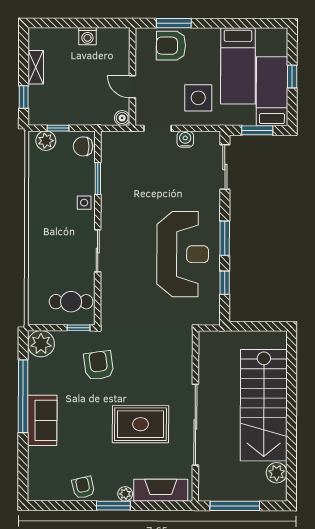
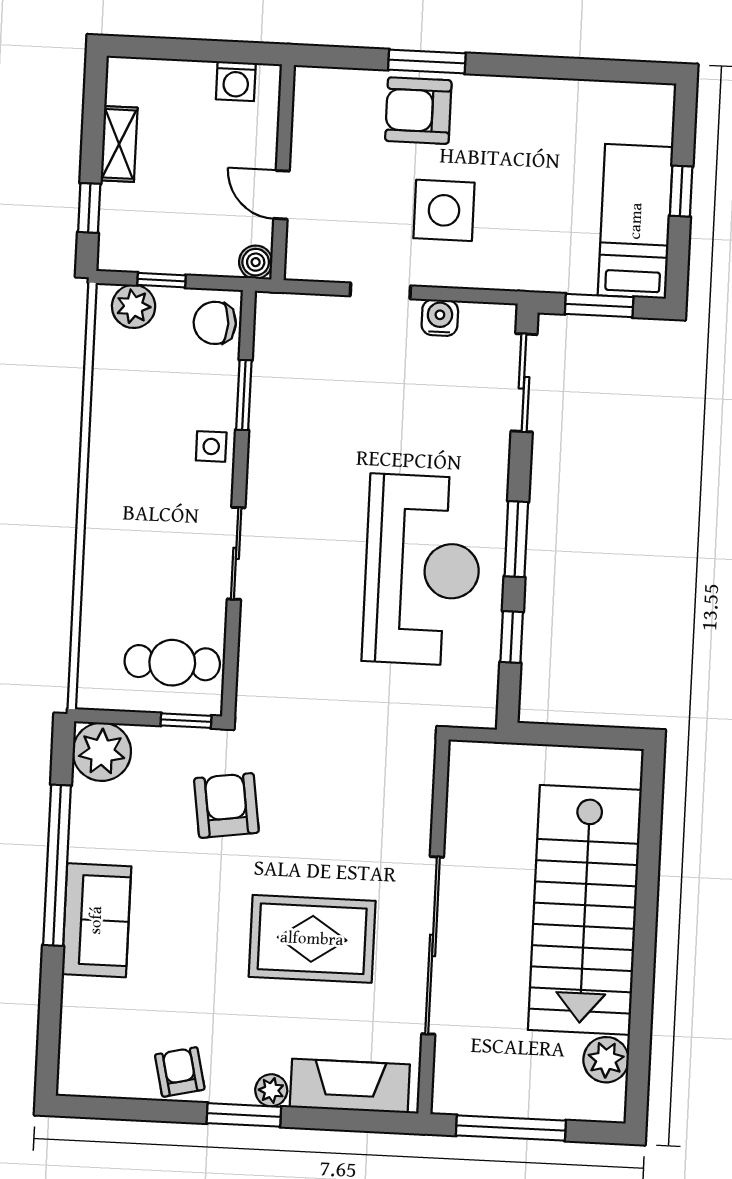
bed: (238, 66) -> (563, 162), removed
wall: (132, 77) -> (283, 172), moved
door: (132, 87) -> (282, 195), moved
side table: (198, 98) -> (444, 210), moved
boiler: (122, 118) -> (256, 262), moved

